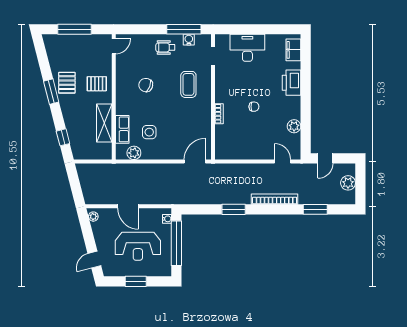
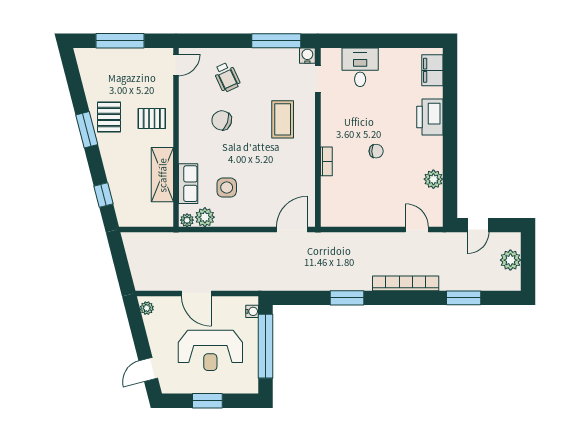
water cooler: (189, 40) -> (307, 56), moved
wheelchair: (165, 47) -> (227, 77), moved, turned -115
desk: (247, 48) -> (360, 67), width x0.73
plant: (121, 155) -> (187, 220), added

